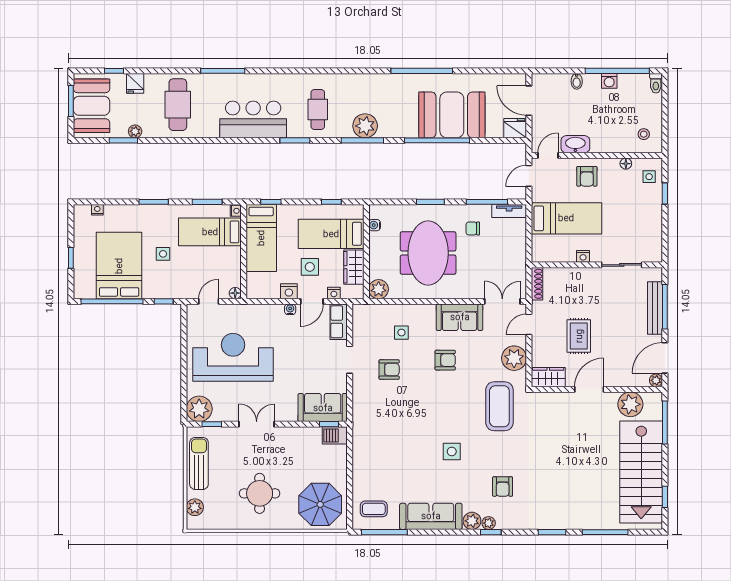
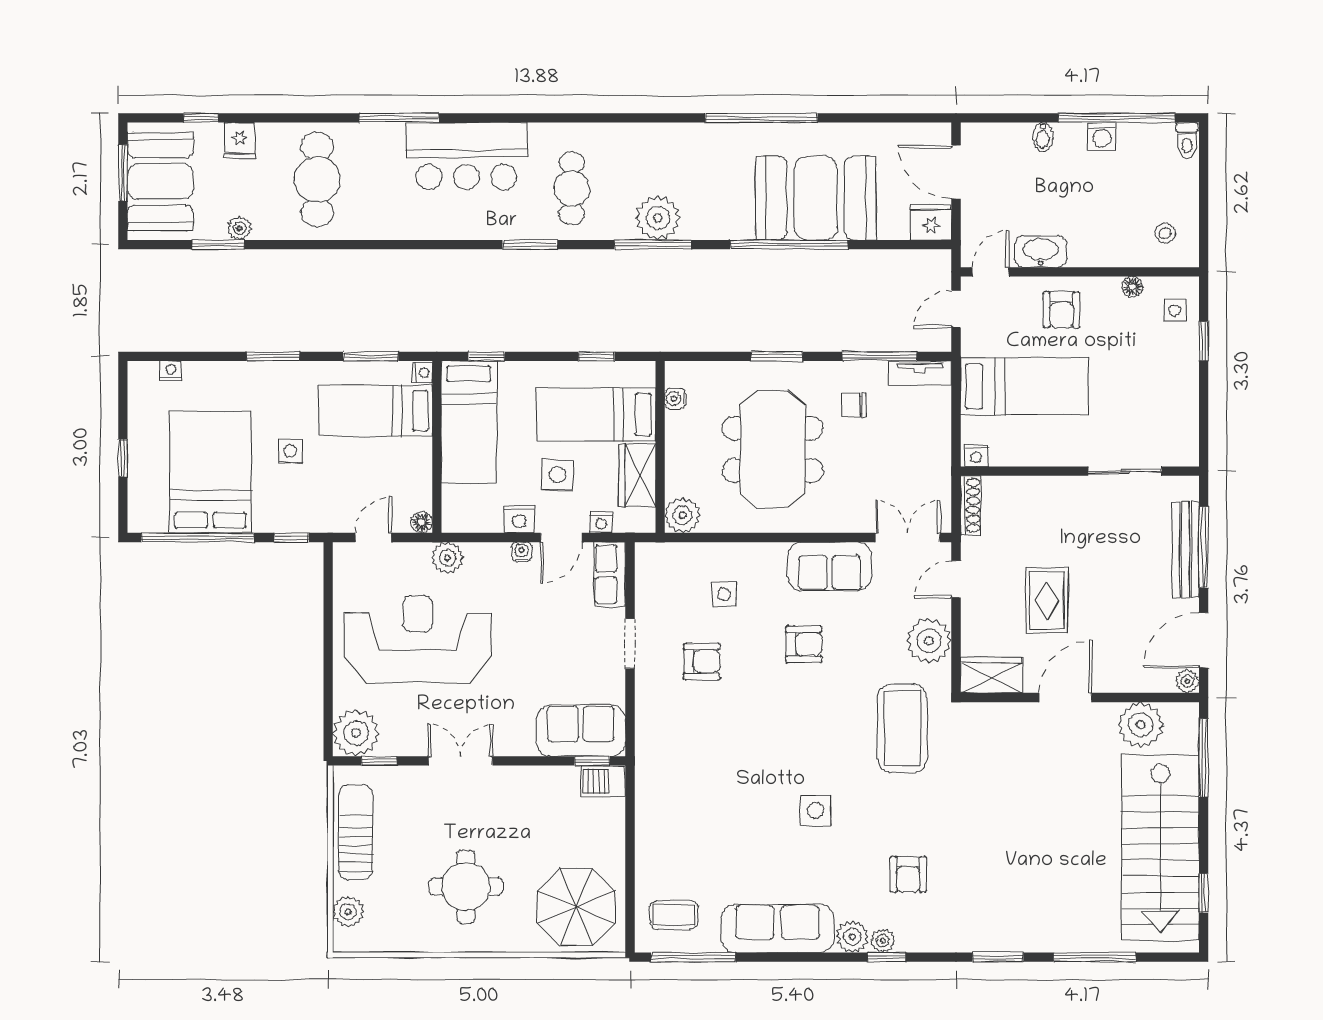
bar counter: (253, 119) -> (466, 156), moved, turned 180
nightstand: (583, 256) -> (976, 456), moved
plant: (249, 313) -> (448, 558), added

